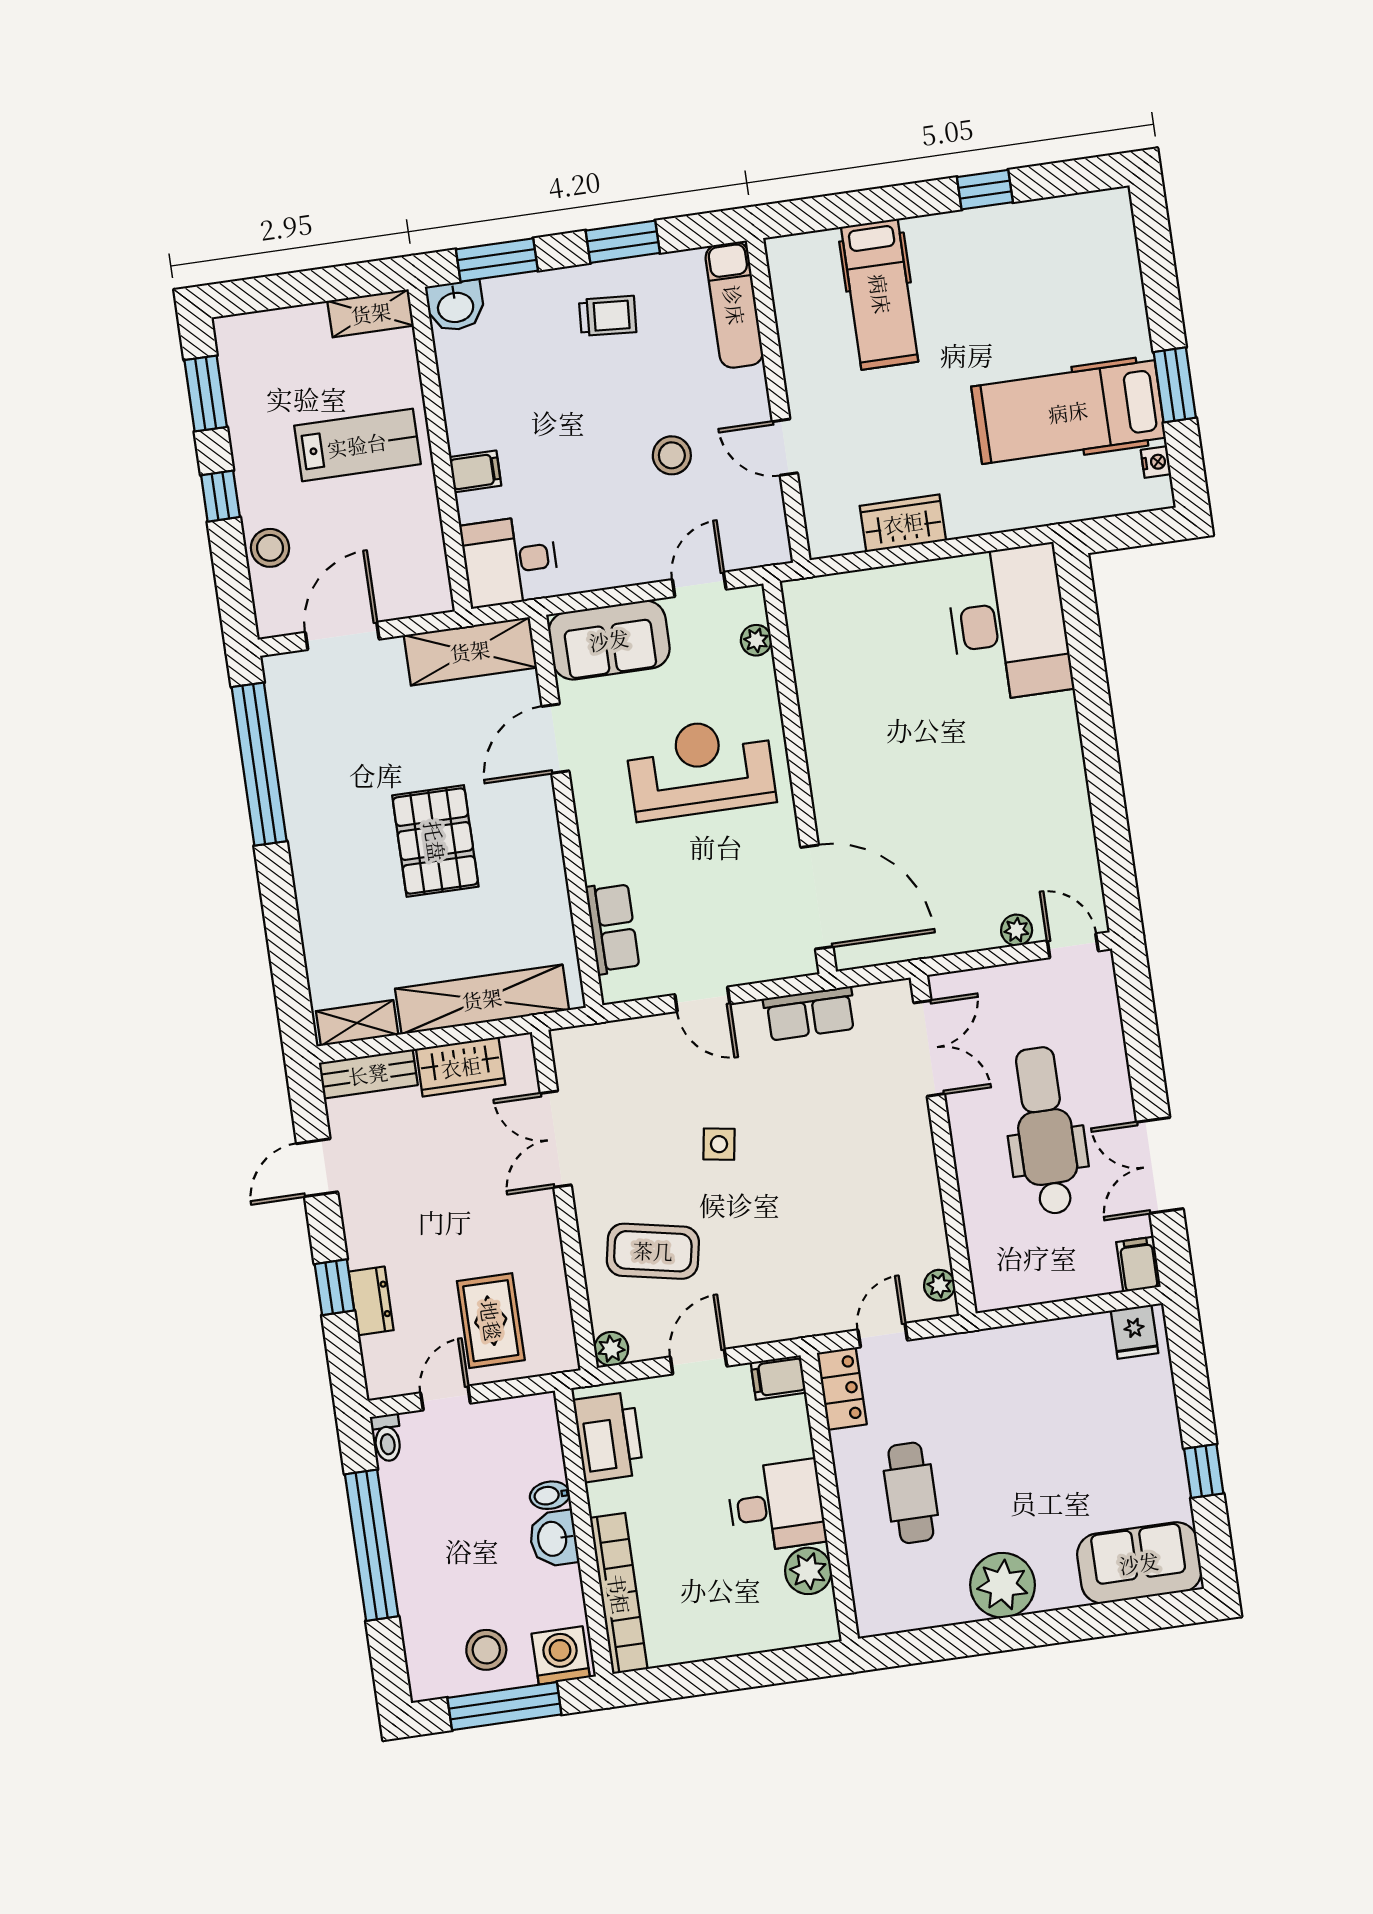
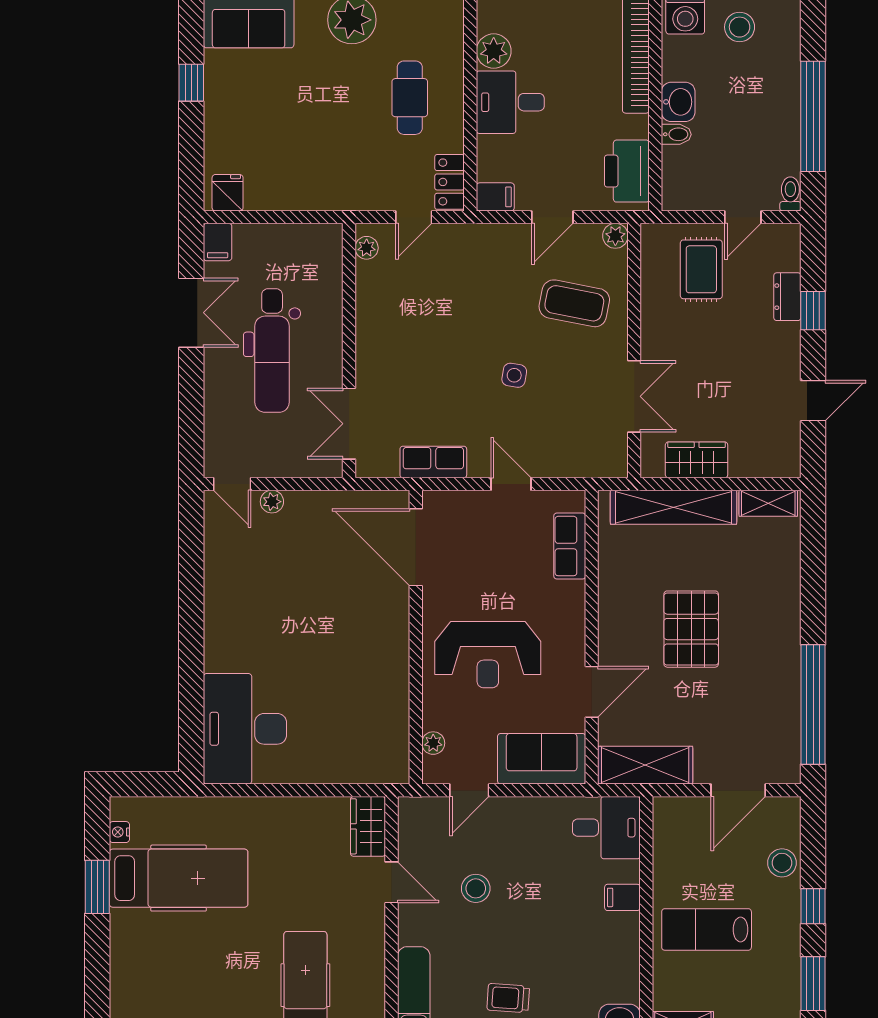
wardrobe: (903, 523) -> (368, 826), moved, turned 90
bench: (368, 1074) -> (765, 464), removed

